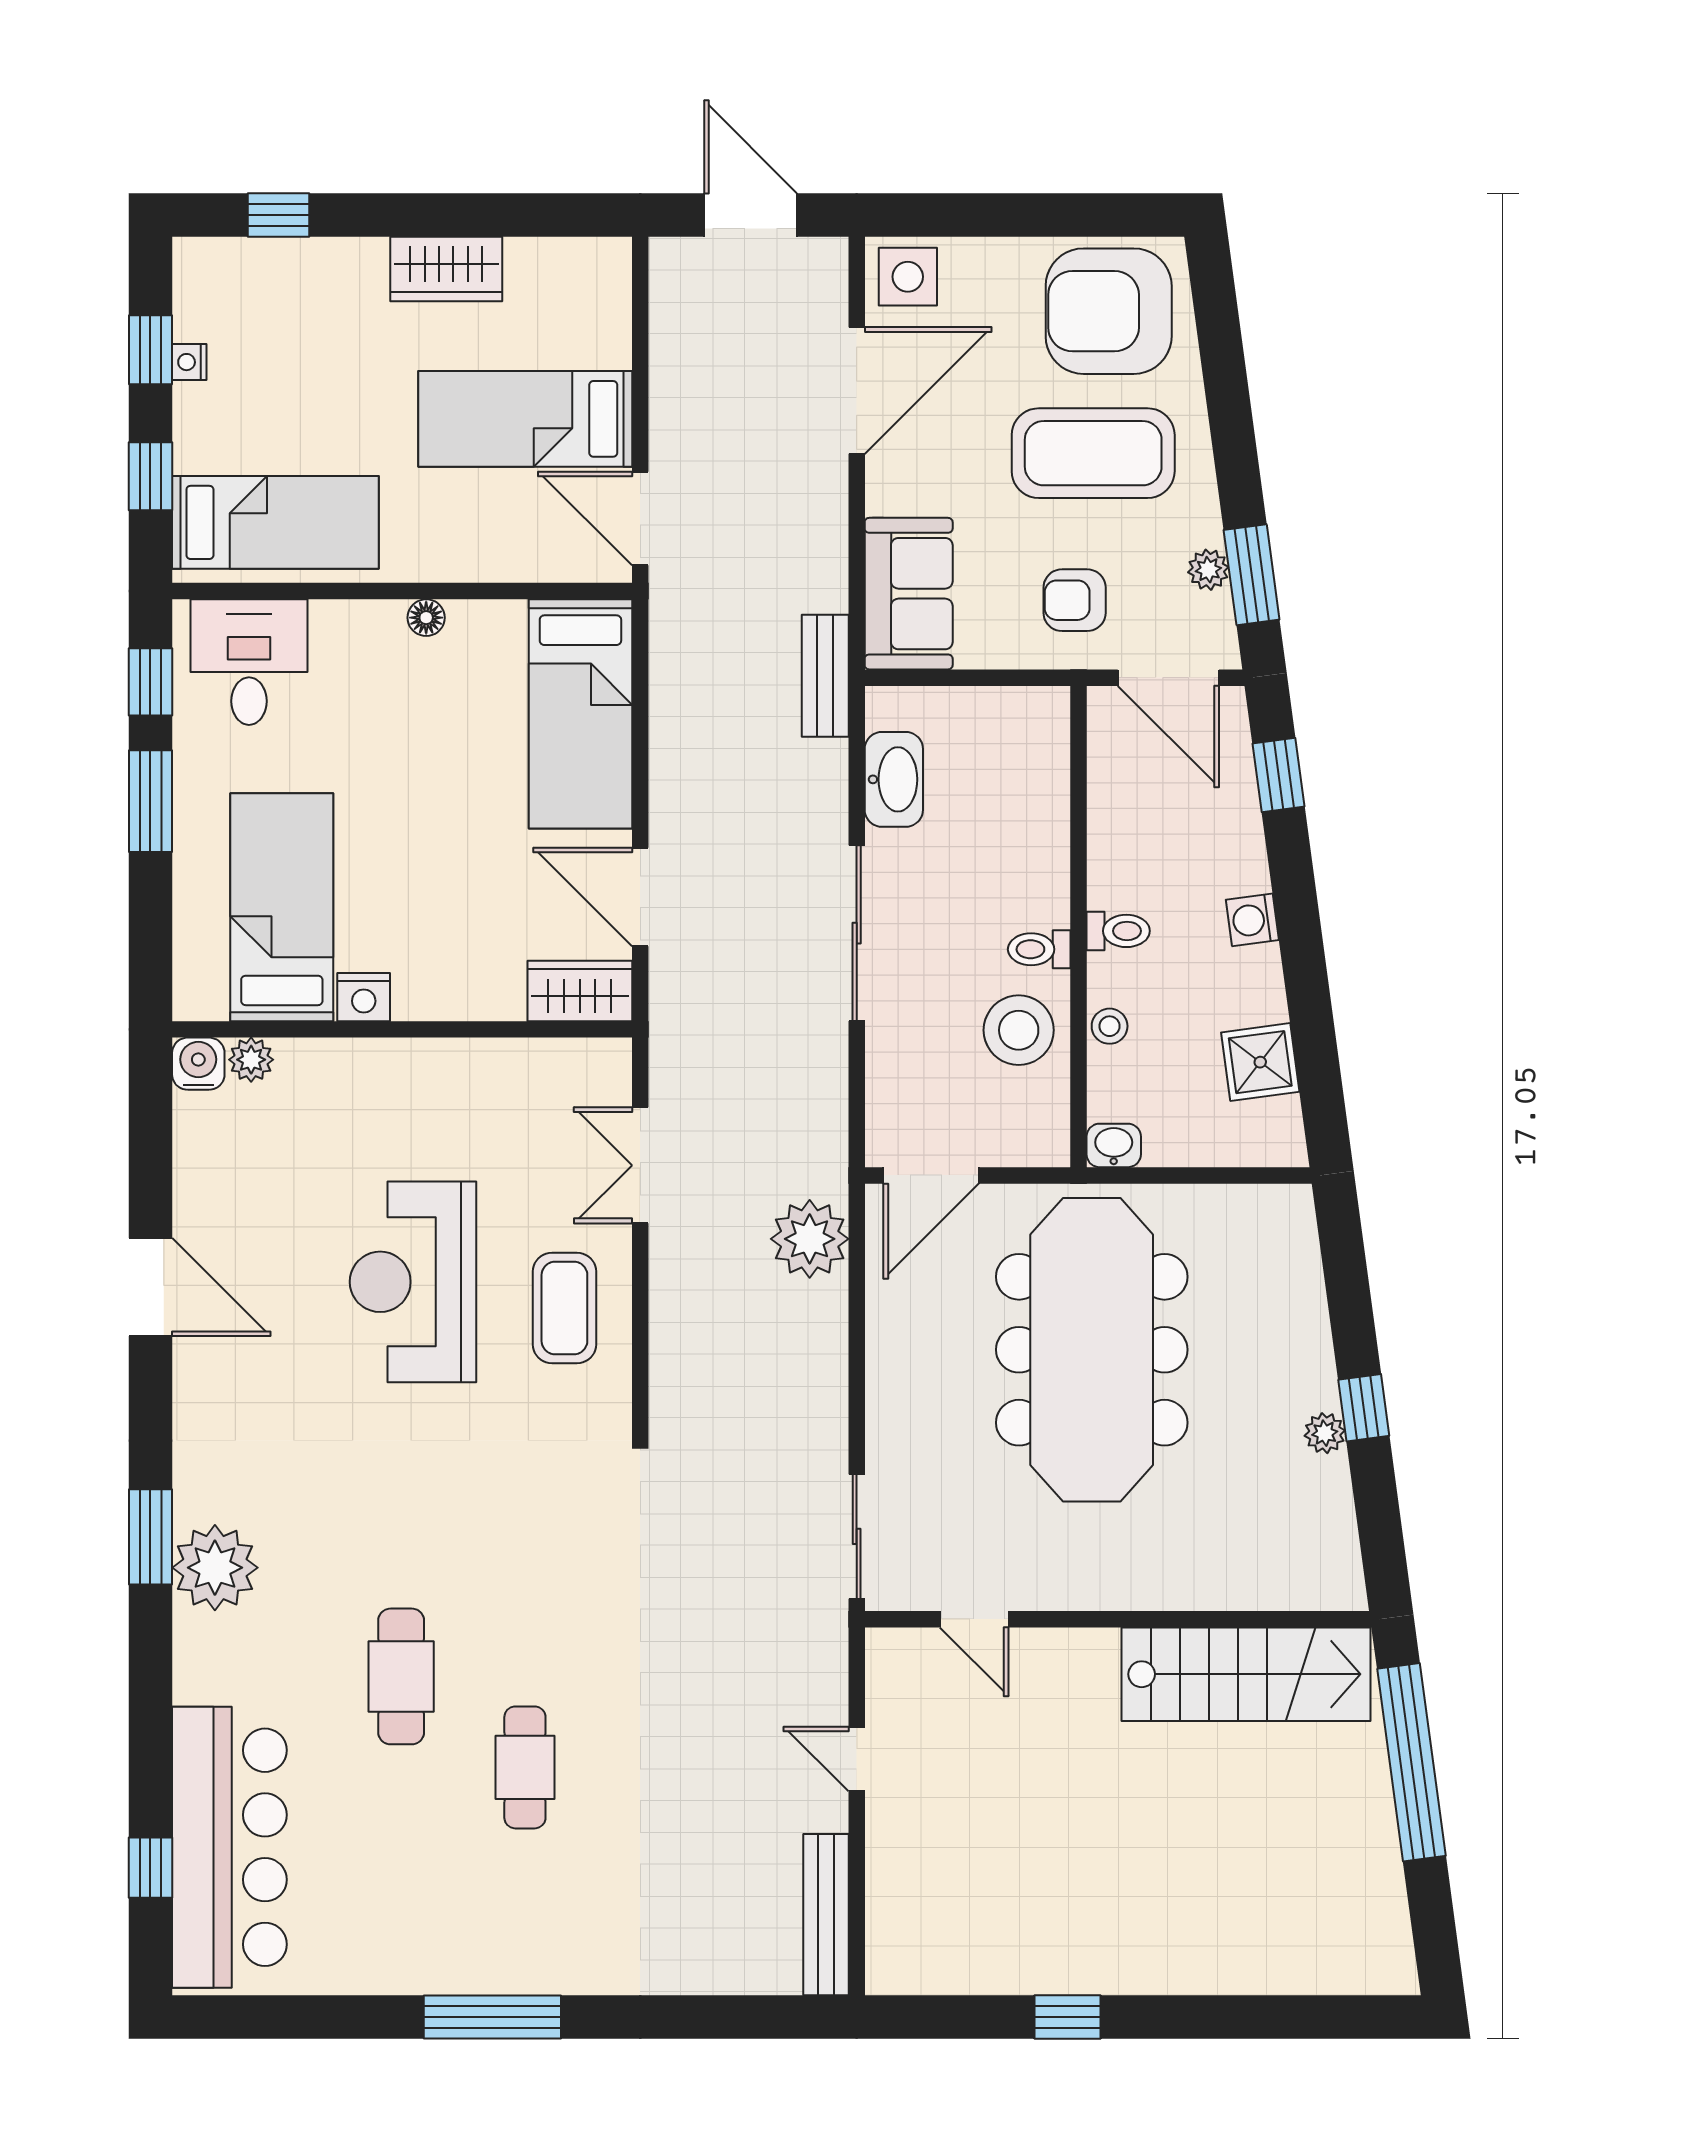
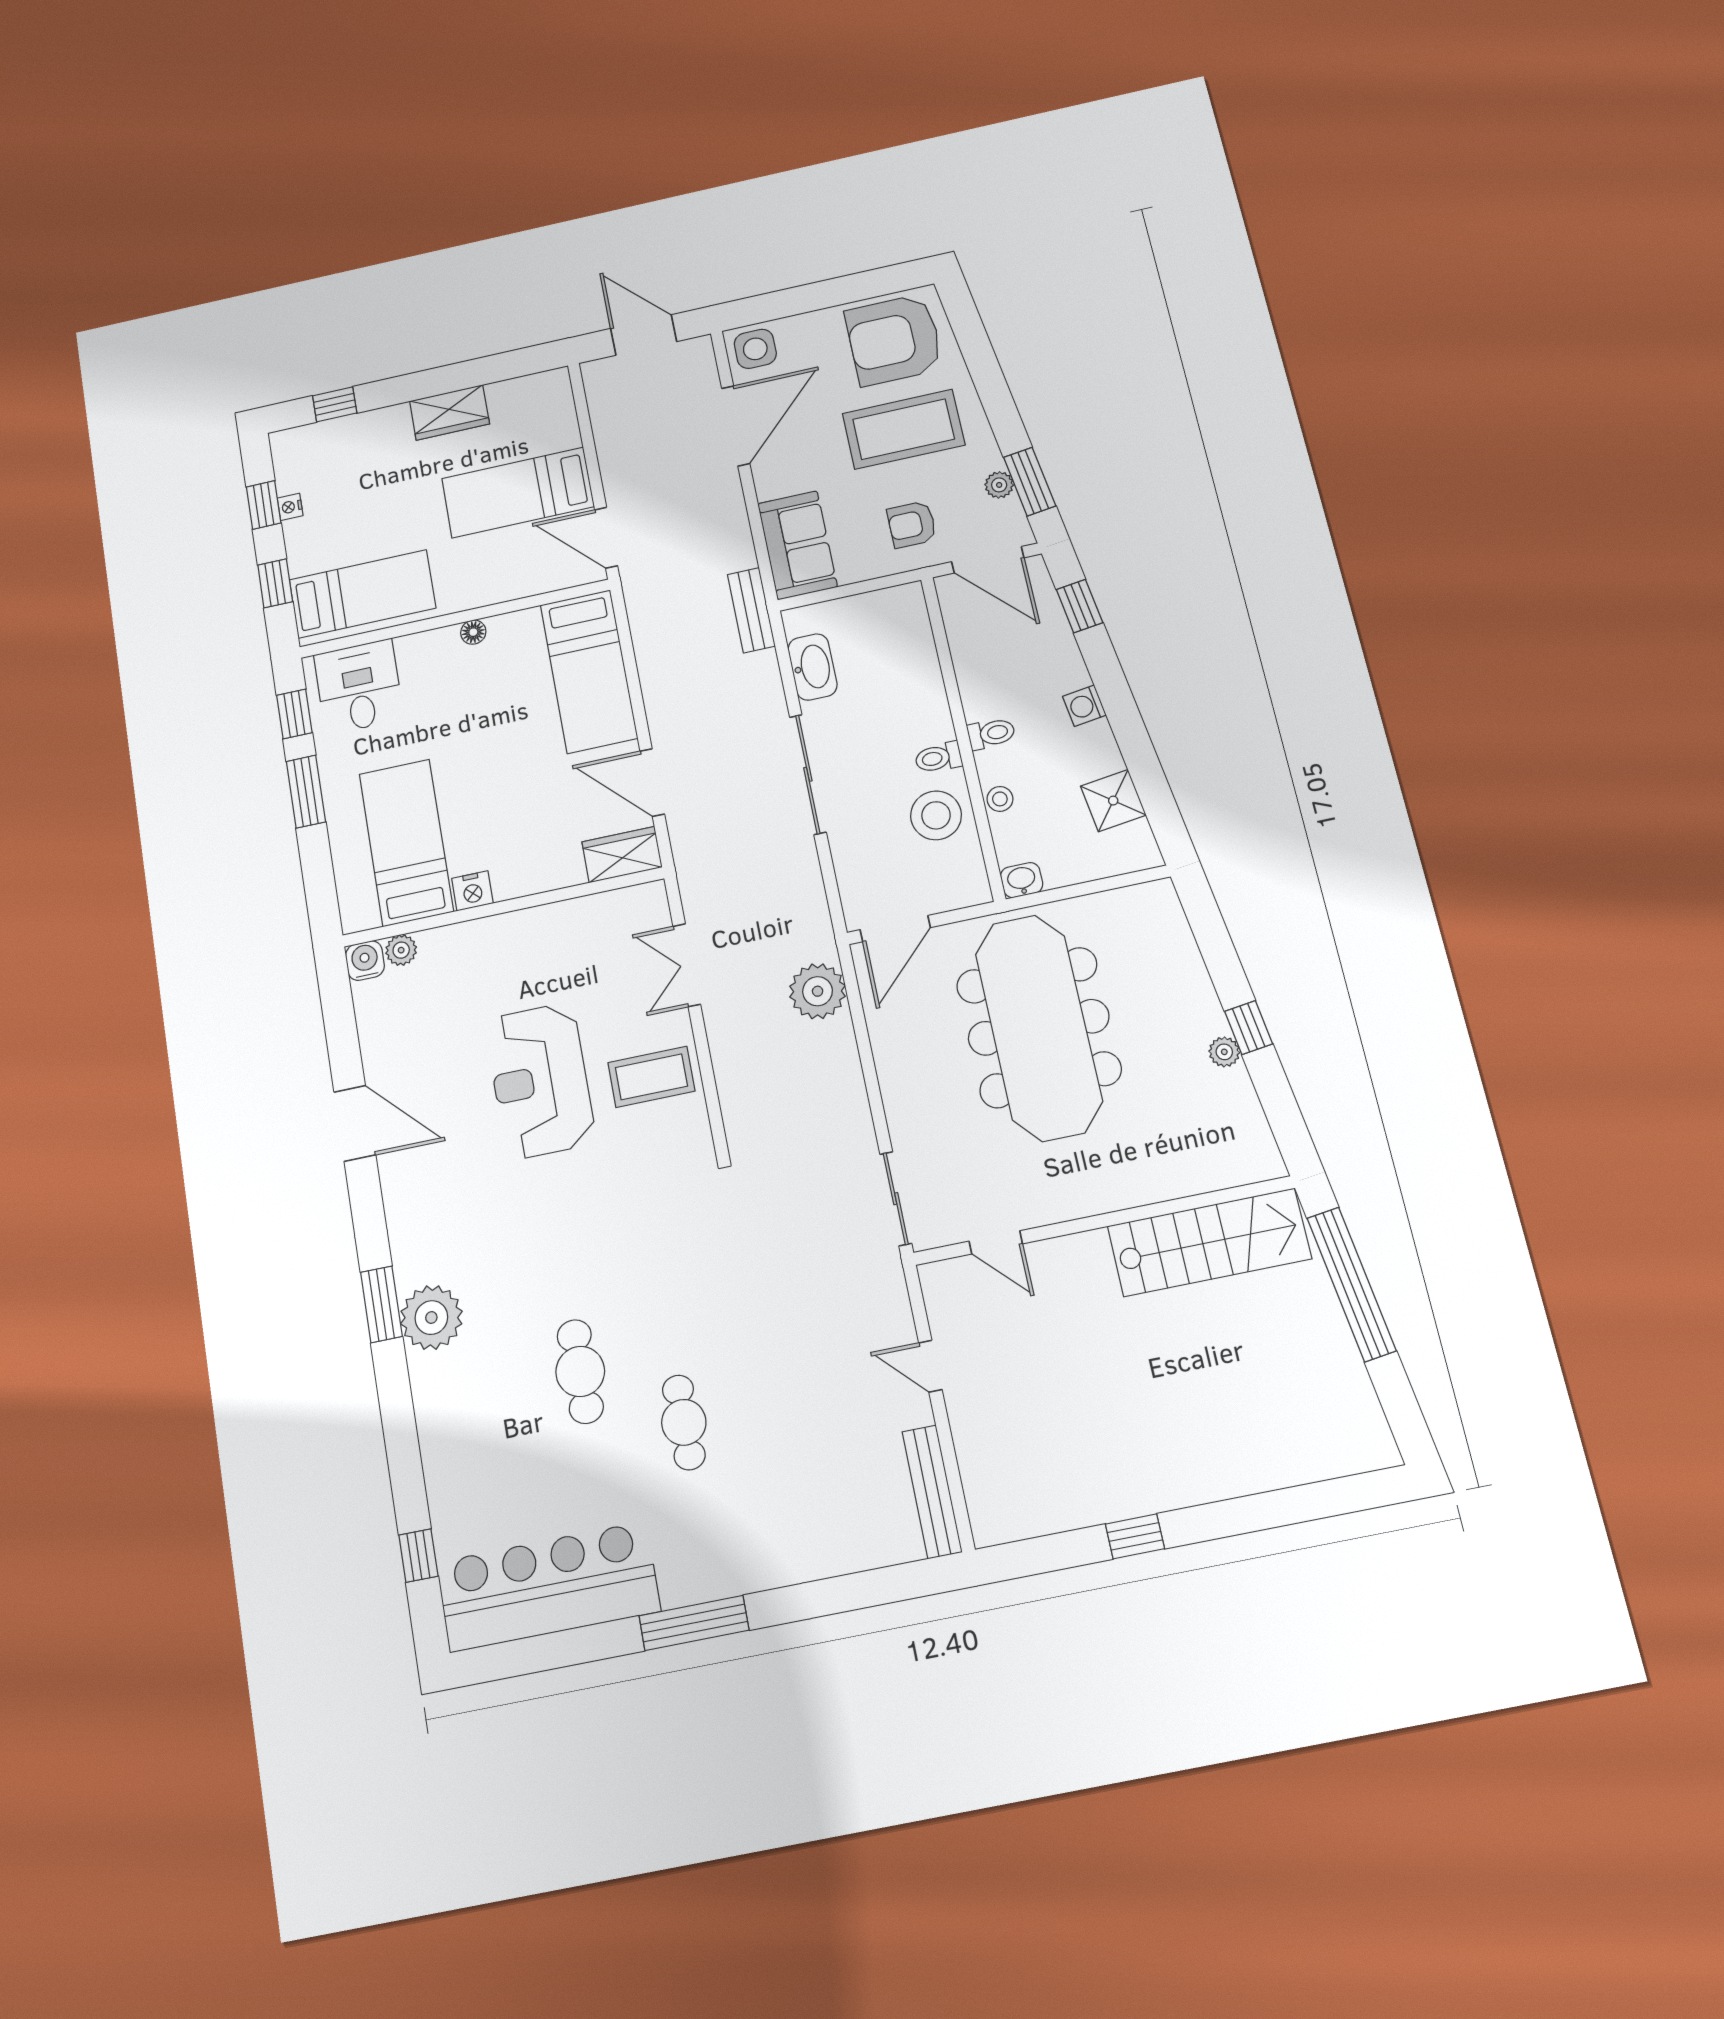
coffee table: (564, 1308) -> (651, 1077), turned 90
bar counter: (229, 1847) -> (548, 1587), moved, turned -90

